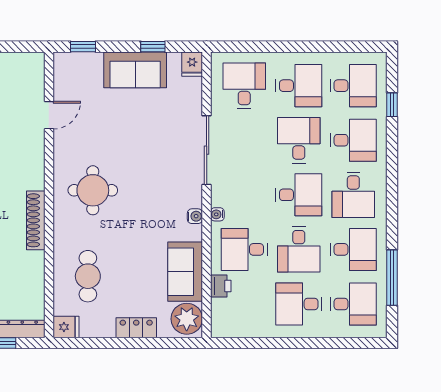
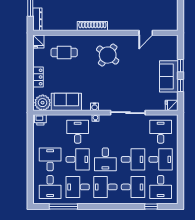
window: (83, 47) -> (180, 66), moved
desk: (244, 86) -> (161, 132), turned -90
desk: (299, 86) -> (161, 159), turned -90
door: (49, 115) -> (146, 33), hinge flipped
desk: (353, 140) -> (133, 187), turned -90
round table: (93, 190) -> (108, 55), turned 37
desk: (299, 249) -> (78, 159), turned 180
desk: (353, 249) -> (78, 187), turned 90
printer: (221, 286) -> (40, 120), moved

